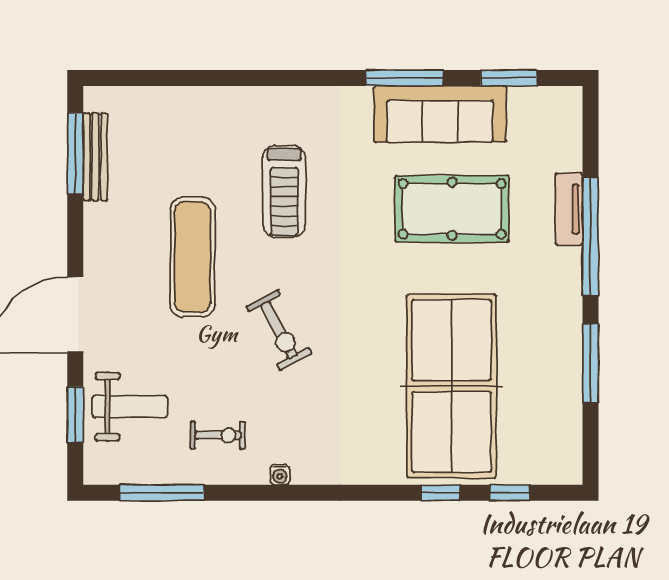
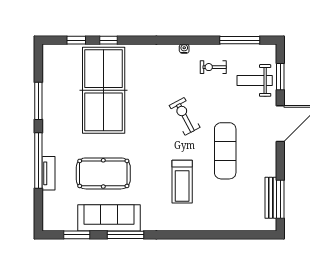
treadmill: (284, 191) -> (182, 182), turned 180

